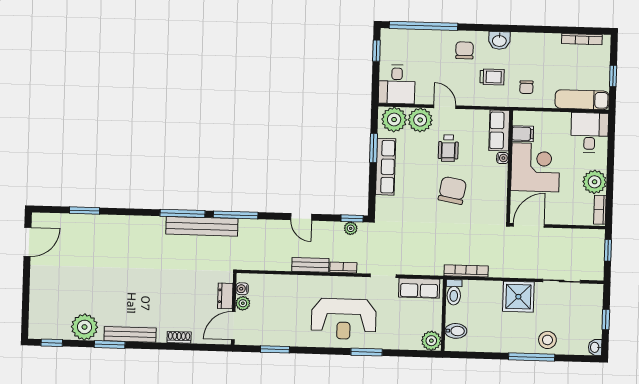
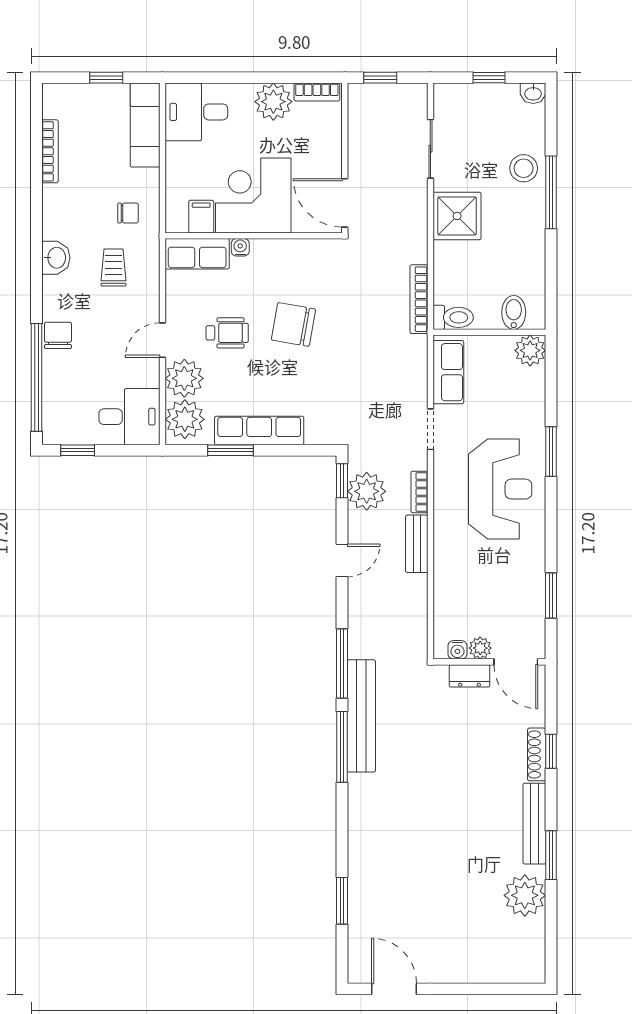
bookcase: (582, 39) -> (50, 151), moved
chair: (465, 50) -> (58, 335), moved, turned 90
plant: (351, 228) -> (367, 491), width x1.88, depth x1.88
shoe rack: (179, 337) -> (537, 754), width x1.43
window: (52, 343) -> (551, 751), moved

